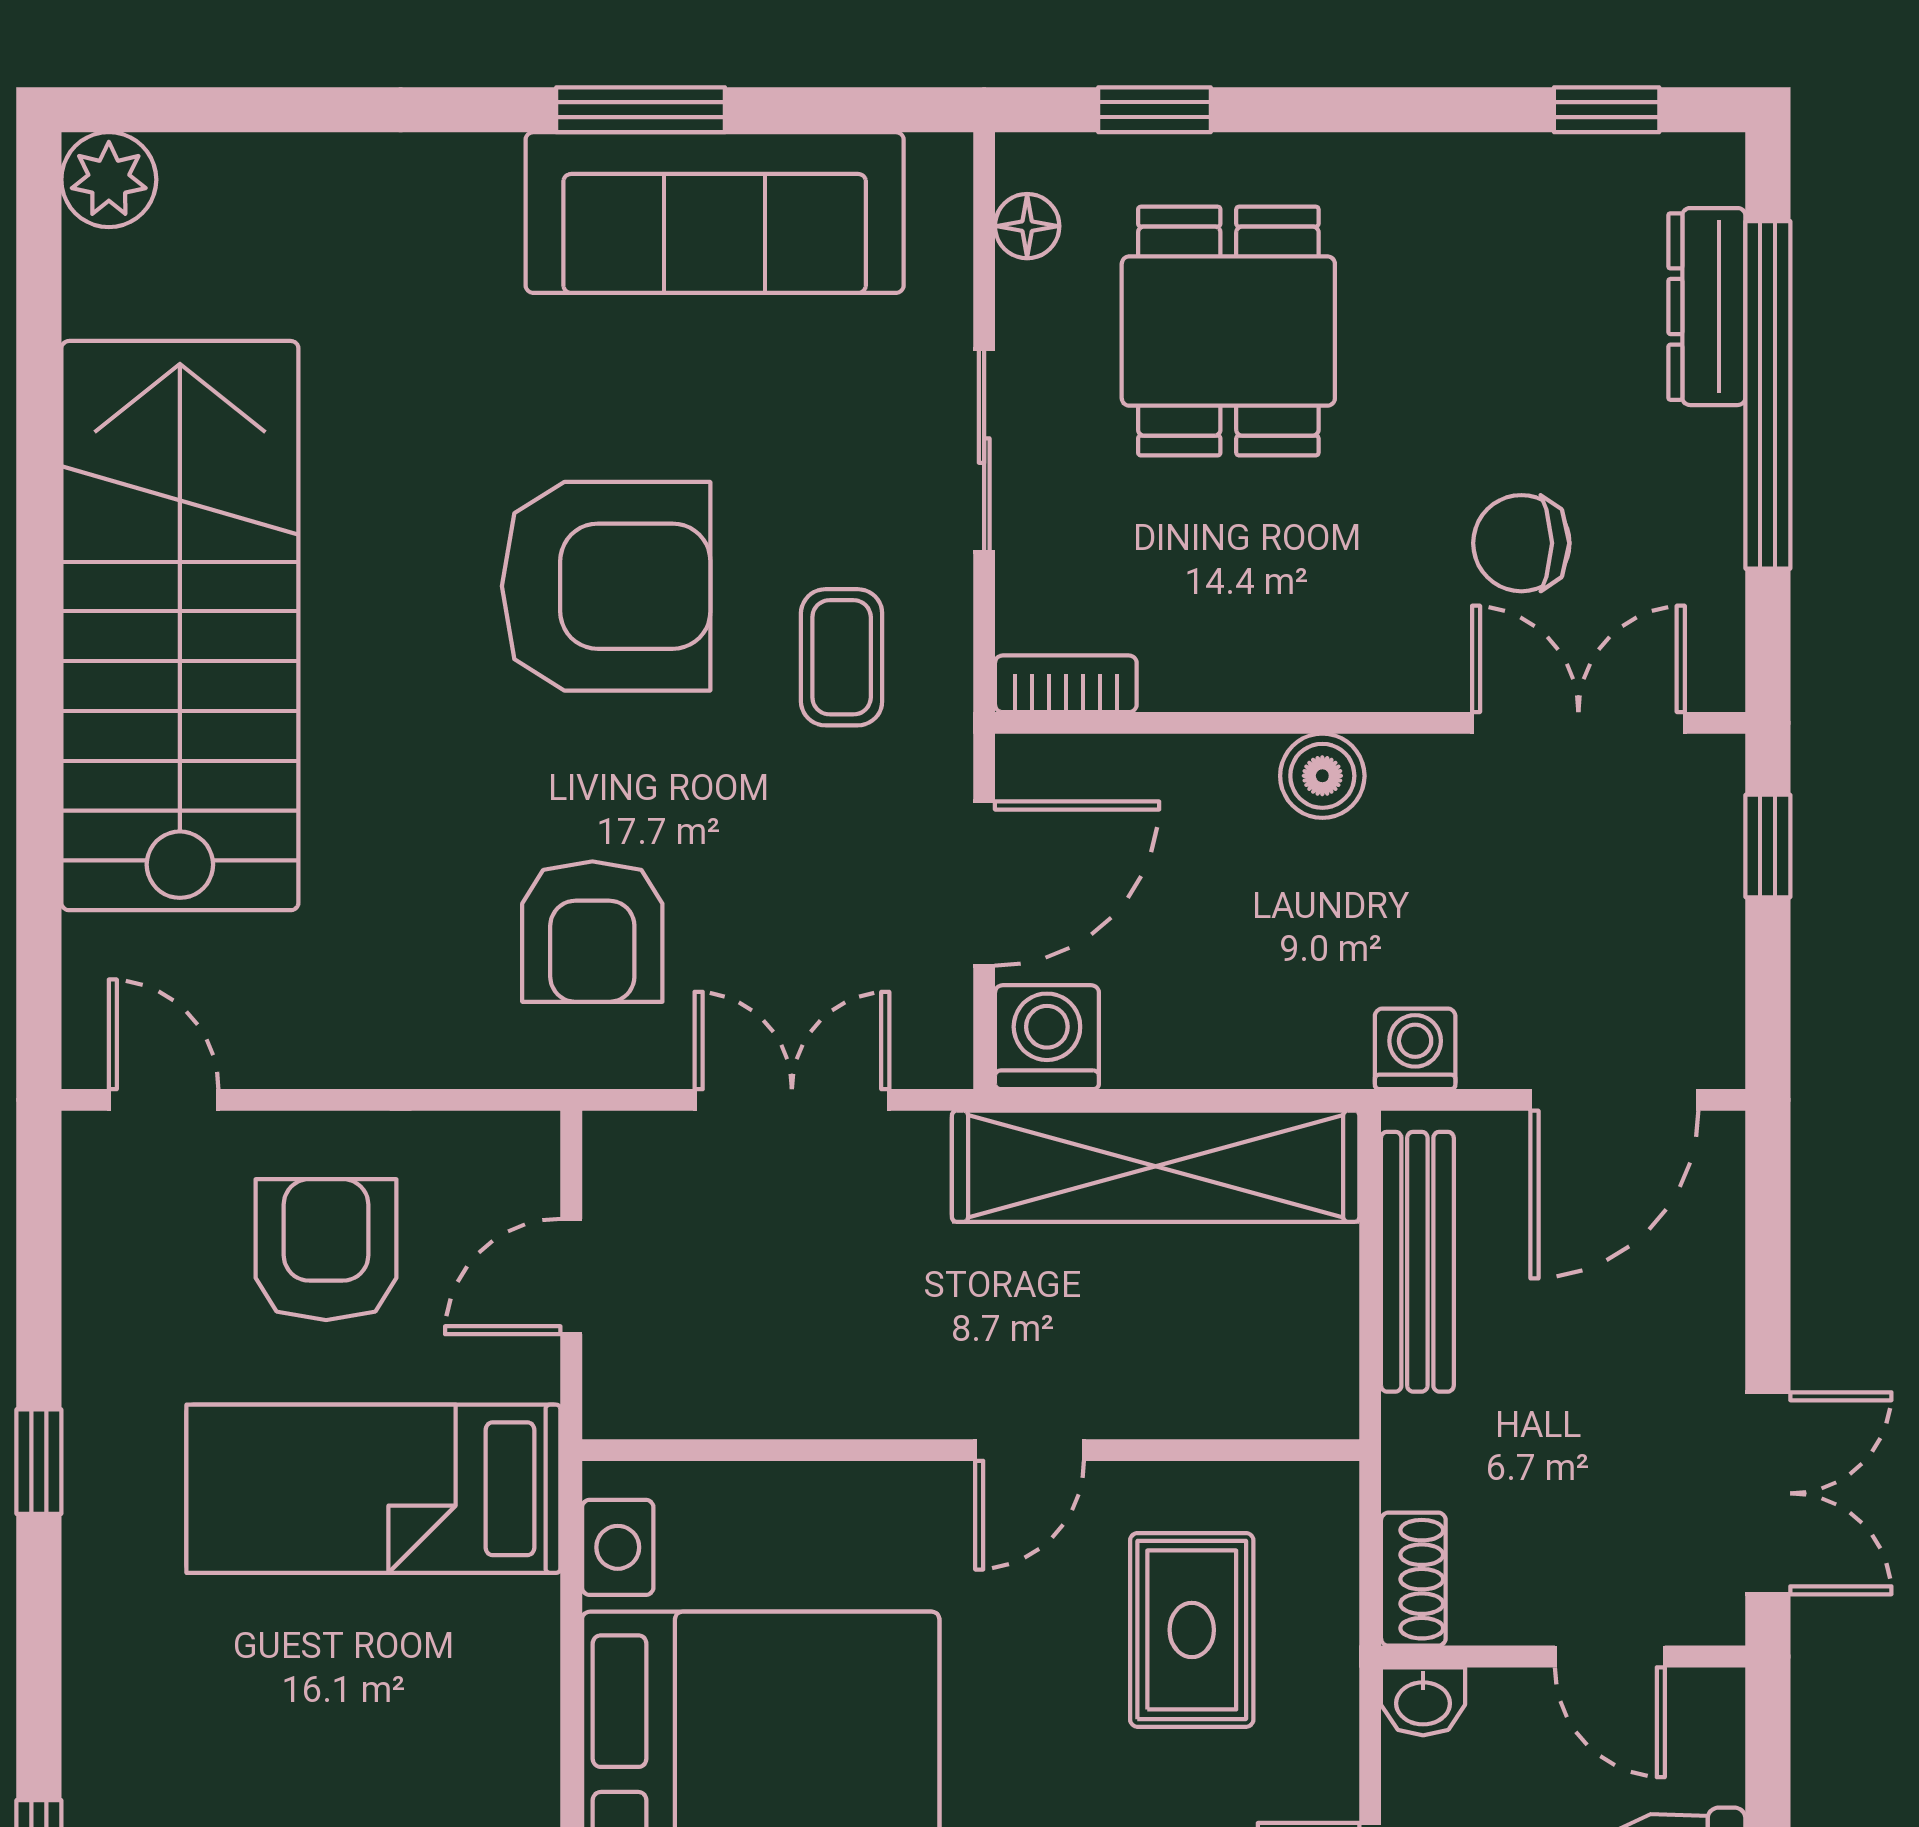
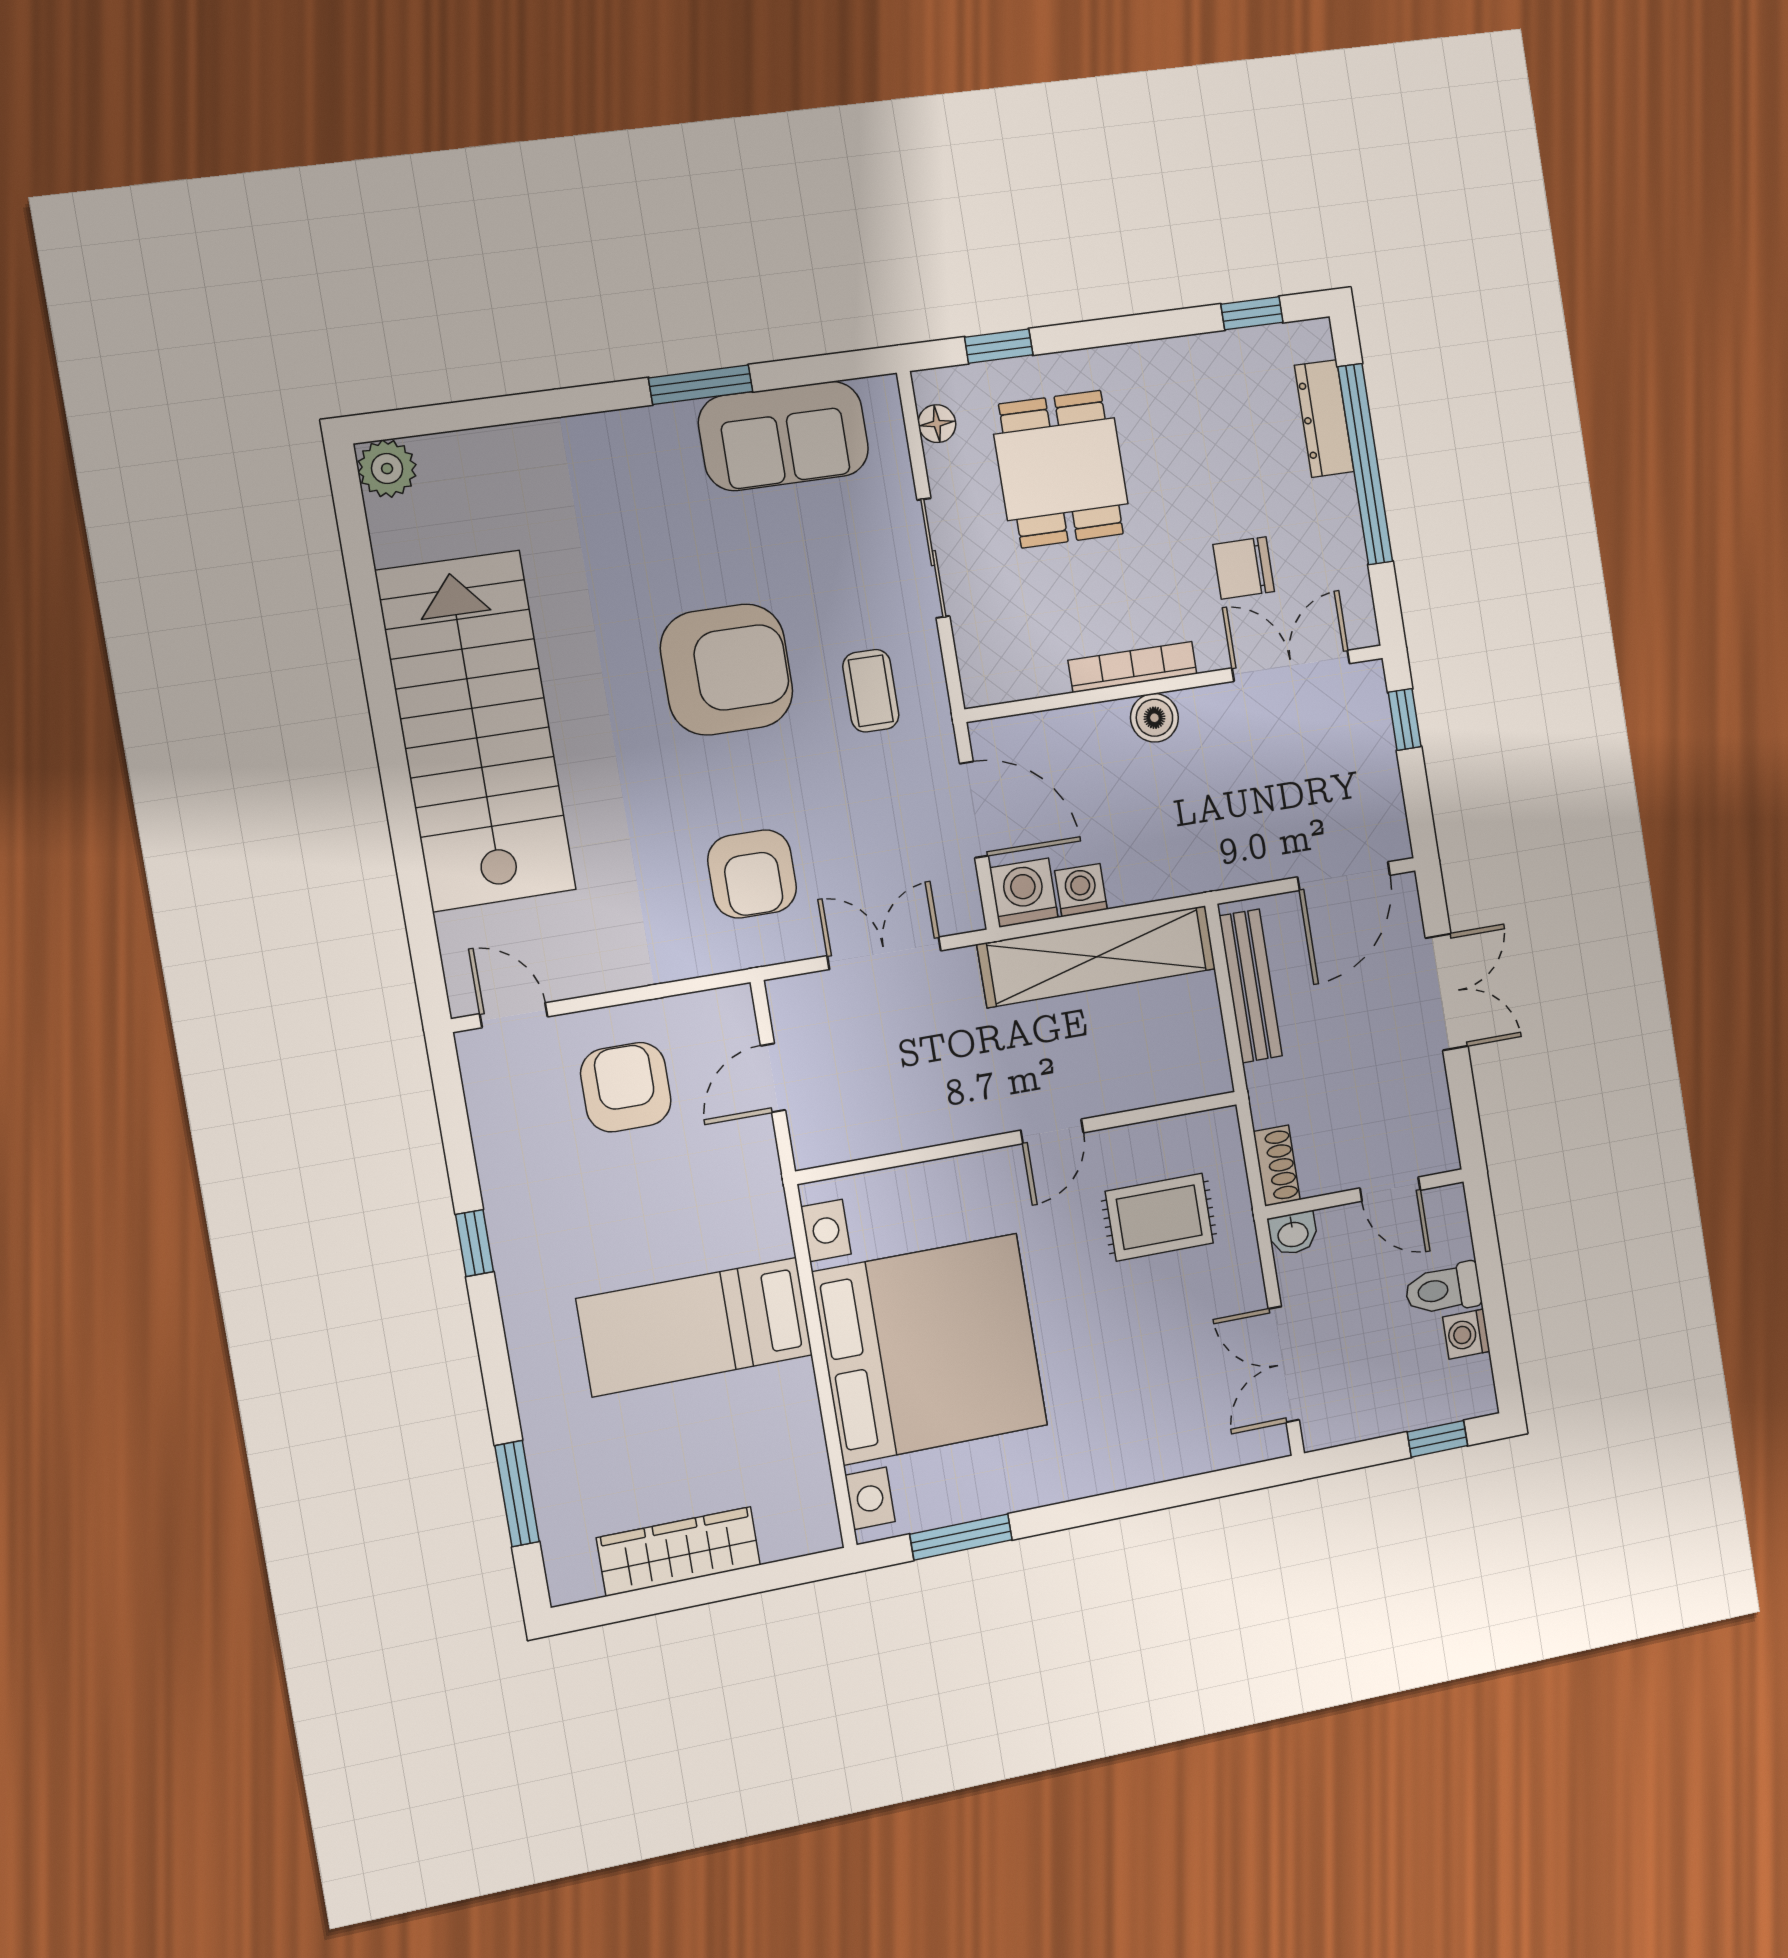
sofa: (715, 213) -> (784, 436), width x0.73
bookcase: (1066, 684) -> (1133, 667), moved, width x1.56
door: (984, 884) -> (974, 810), hinge flipped
washing machine: (1415, 1049) -> (1081, 890), moved
bed: (373, 1489) -> (695, 1327), moved
double door: (1768, 1493) -> (1447, 992), moved
rug: (1192, 1630) -> (1159, 1217), turned 90

